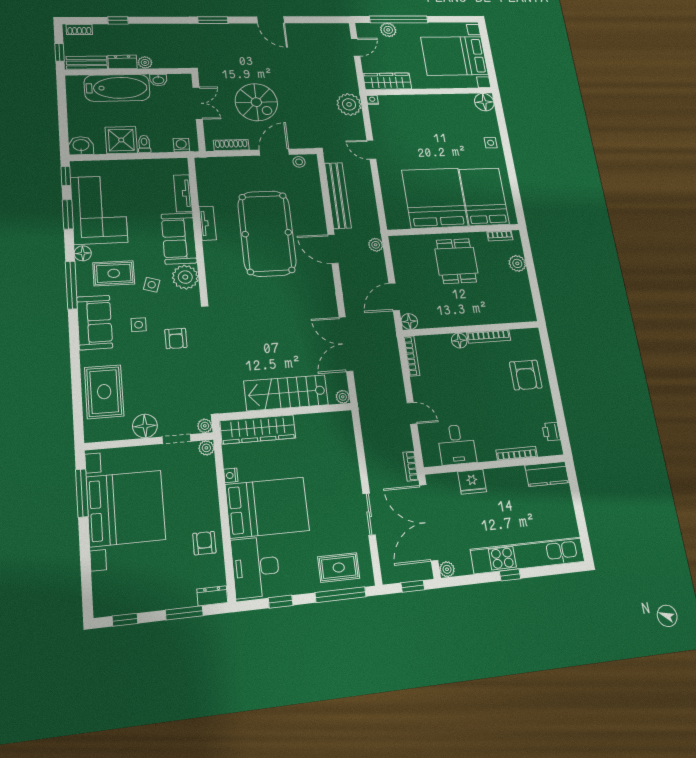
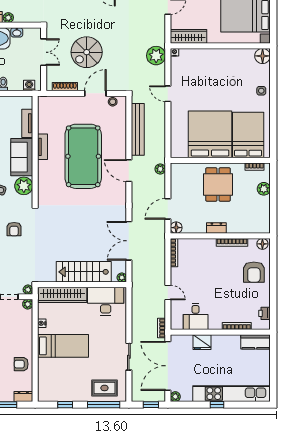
spiral stairs: (256, 102) -> (87, 52), turned 90
dresser: (464, 318) -> (216, 228), added
floor lamp: (459, 341) -> (262, 244), moved
bed: (267, 507) -> (63, 346), width x0.67
armchair: (204, 543) -> (21, 364), turned -90
desk: (256, 567) -> (106, 301), moved, turned 90

